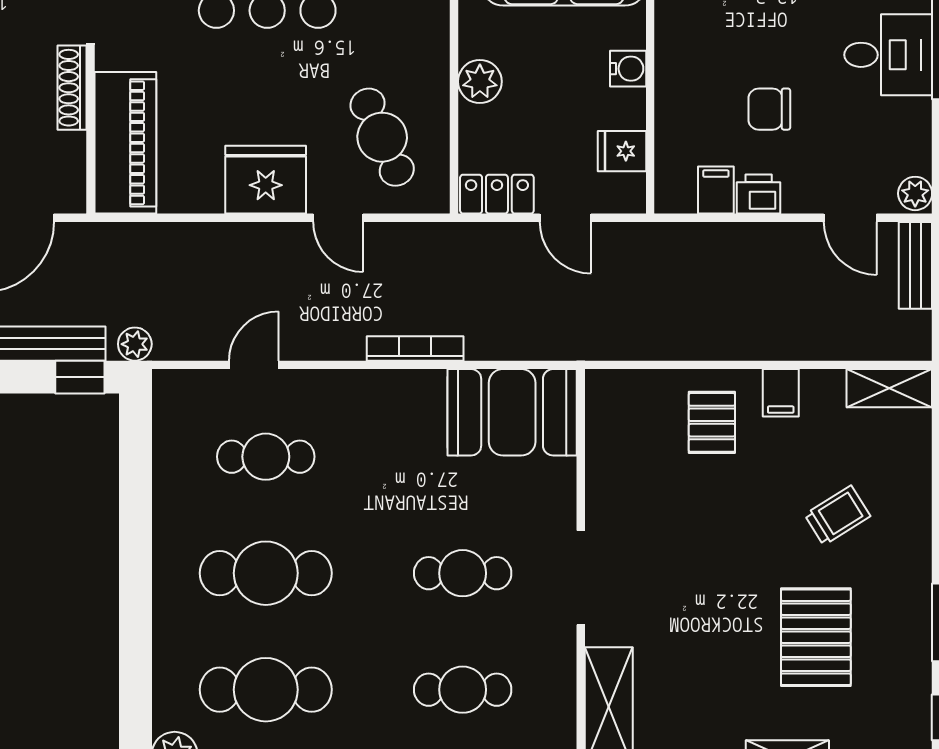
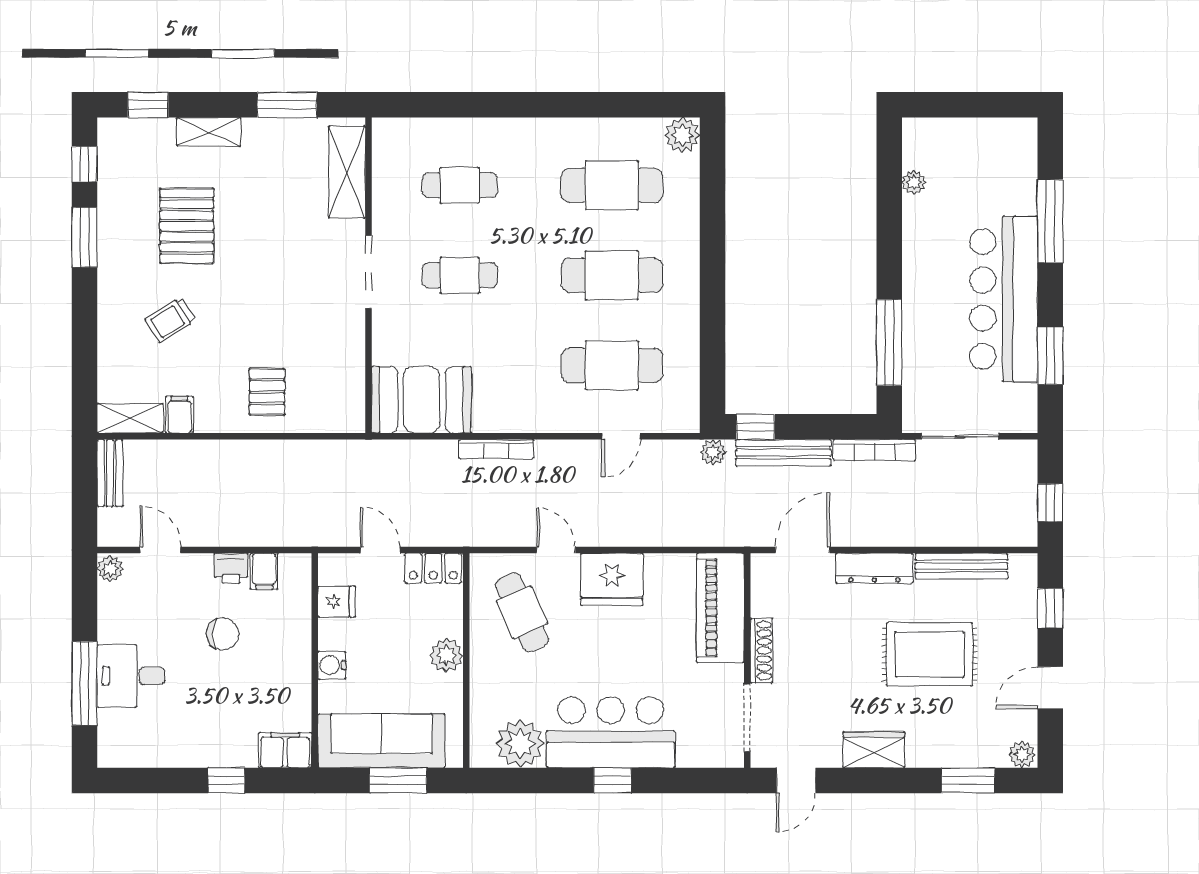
bench: (915, 265) -> (110, 473), moved
filing cabinet: (781, 393) -> (179, 415), moved
cafe table: (266, 457) -> (612, 365), width x1.37, depth x1.35

